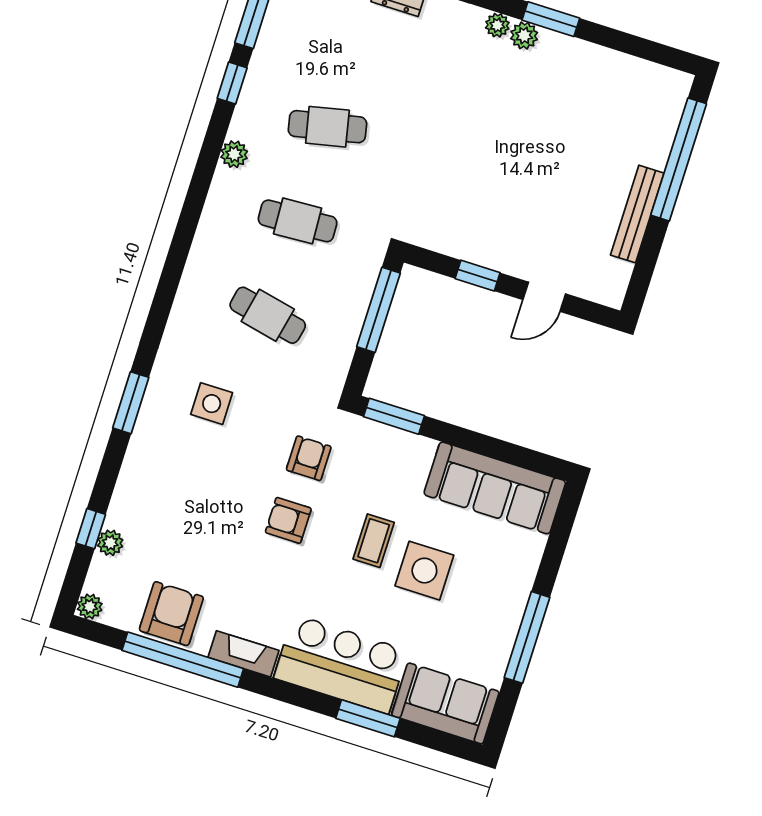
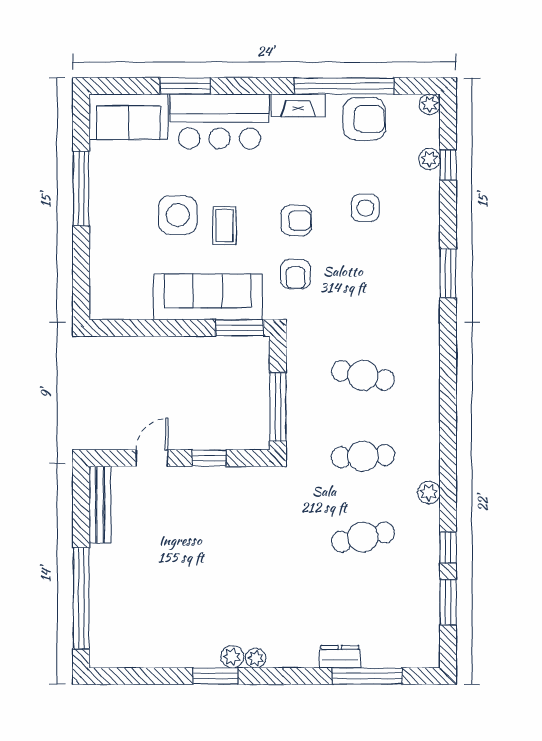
bench: (637, 214) -> (100, 505), moved
side table: (212, 404) -> (365, 208), moved
sofa: (495, 488) -> (208, 297), moved
armchair: (171, 614) -> (364, 119), turned -90

